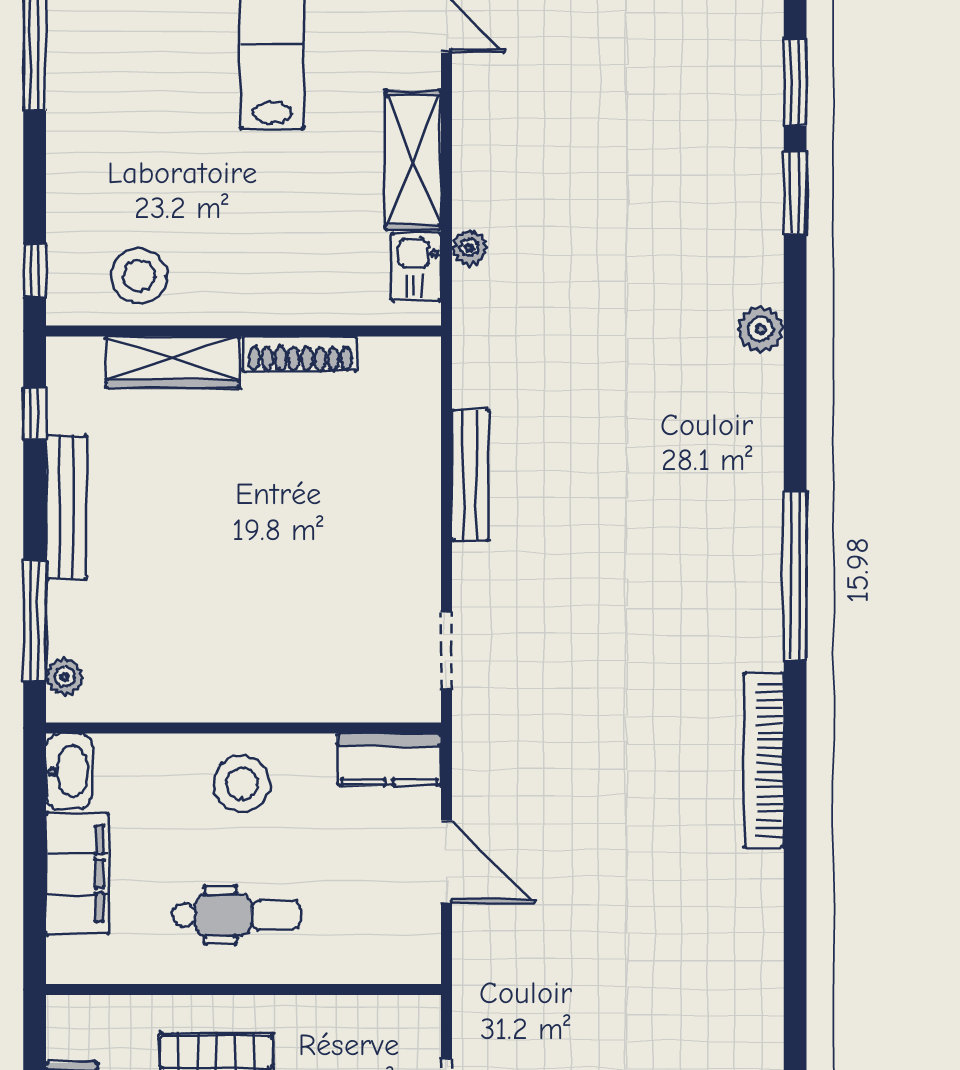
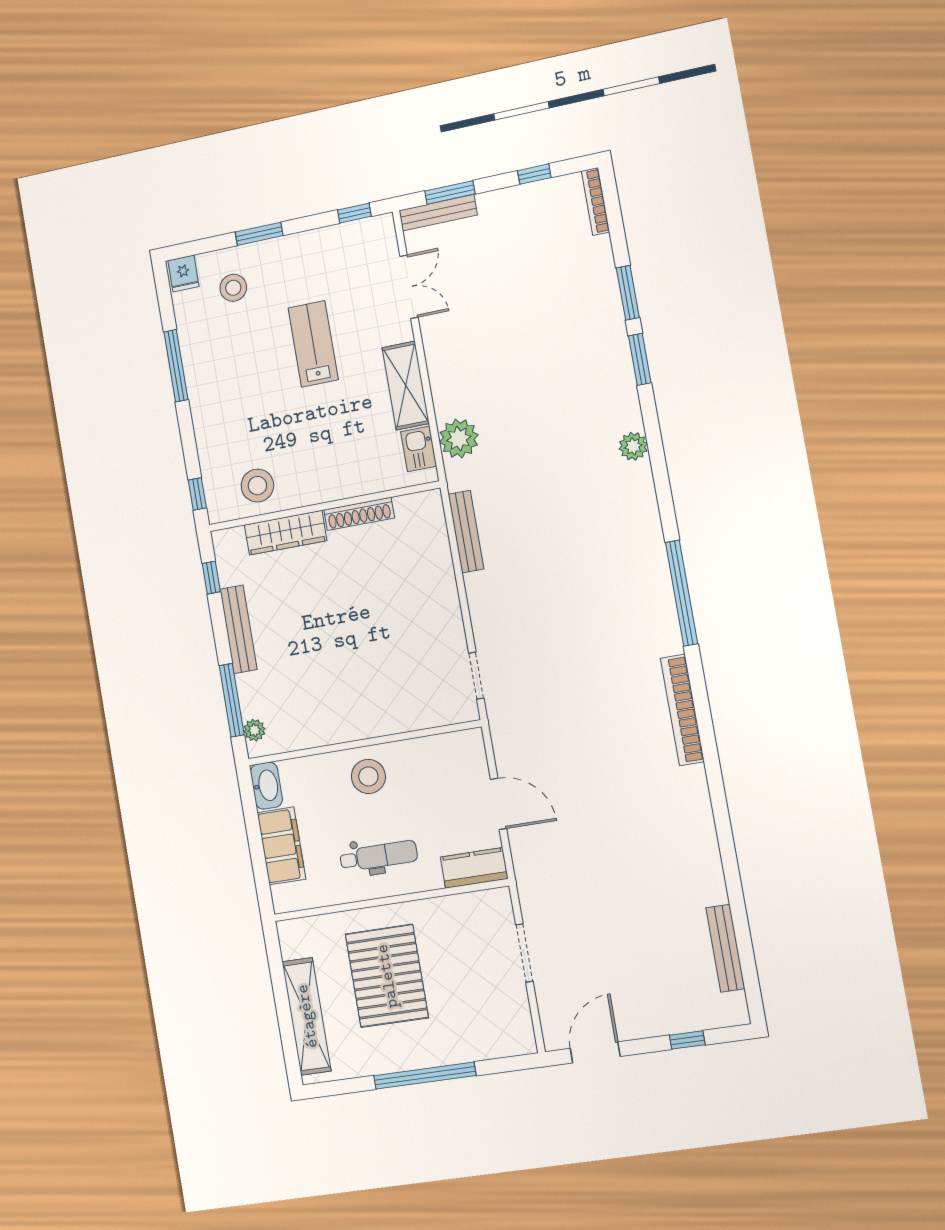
plant: (469, 247) -> (459, 439), width x1.88, depth x1.88
bench: (470, 475) -> (466, 532), moved
kitchen counter: (389, 759) -> (474, 868), moved, turned 180

